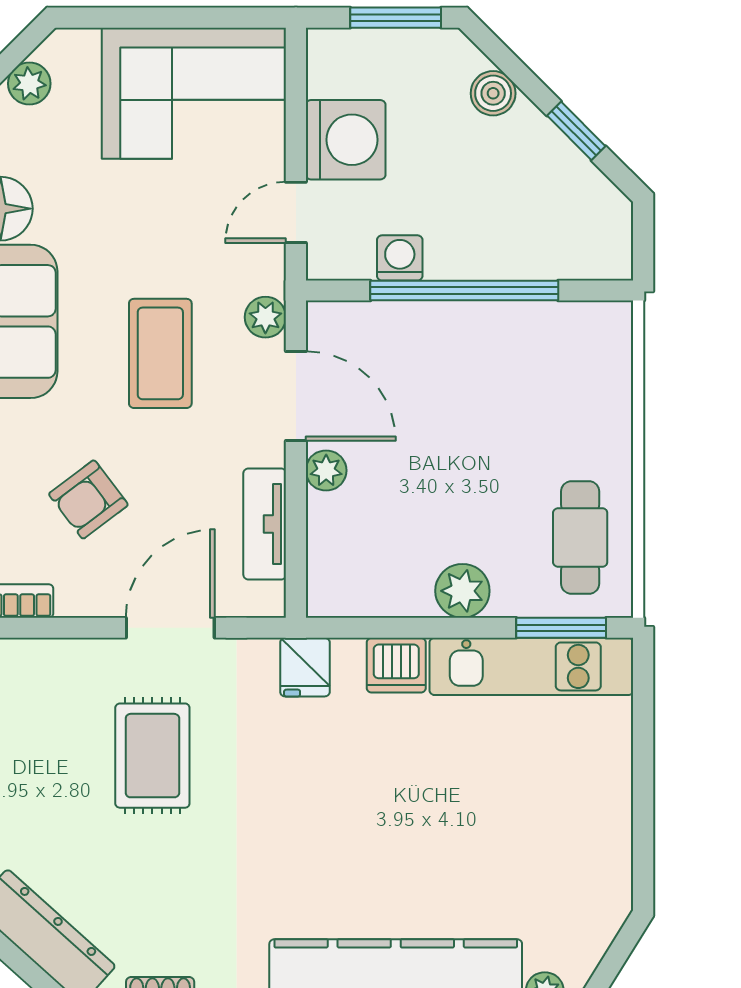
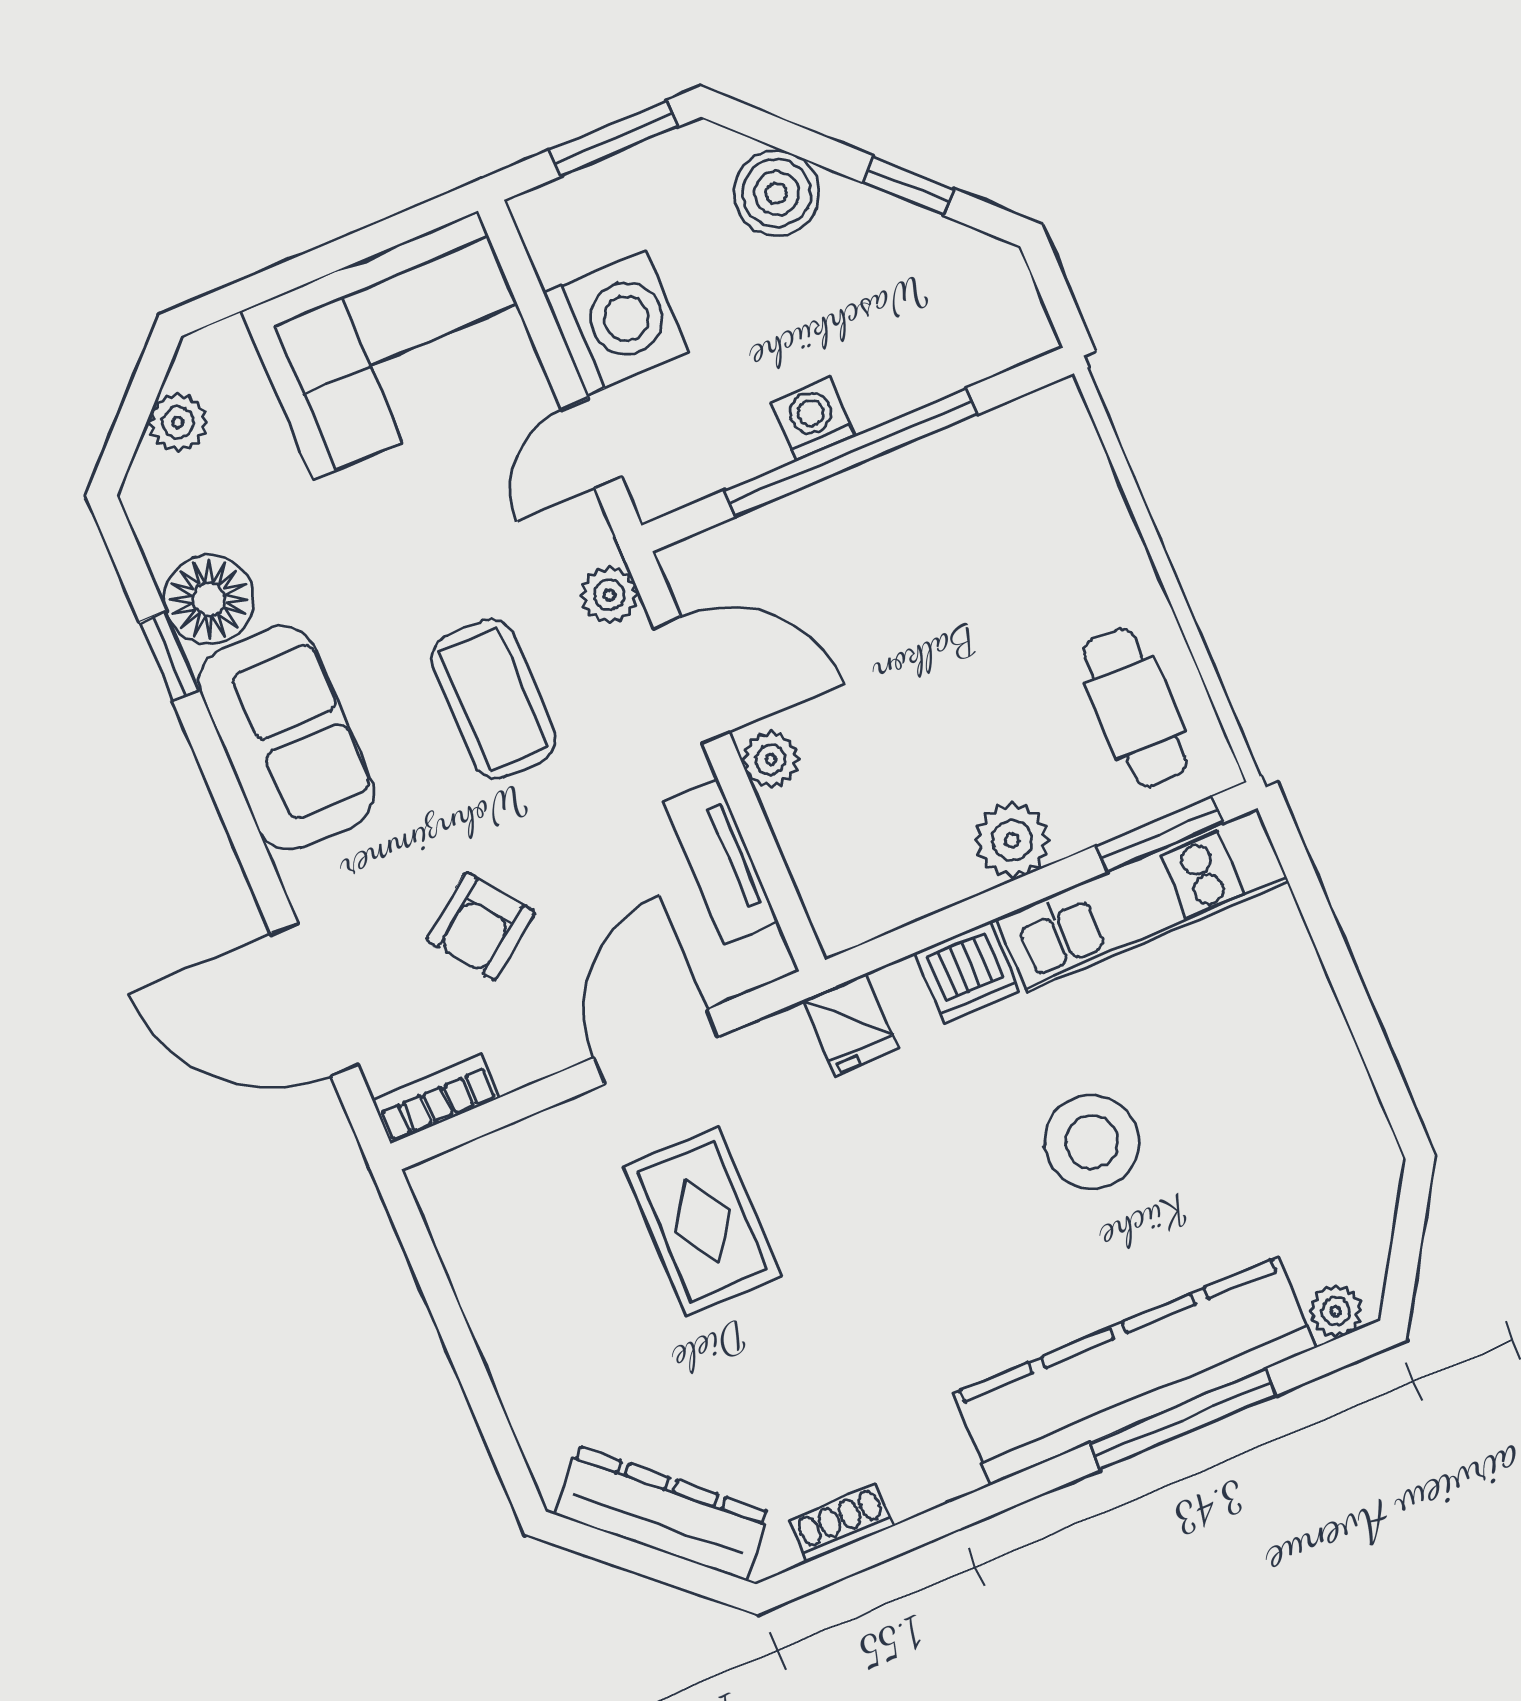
boiler: (493, 93) -> (777, 193), width x1.36, depth x1.36
washing machine: (400, 258) -> (813, 419), moved
stool: (431, 812) -> (1092, 1142), added

